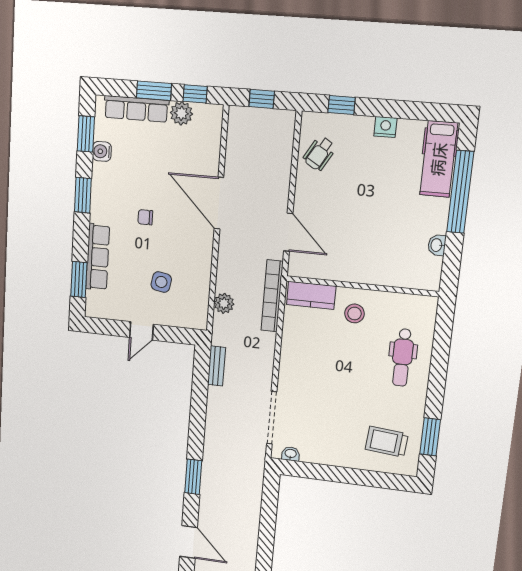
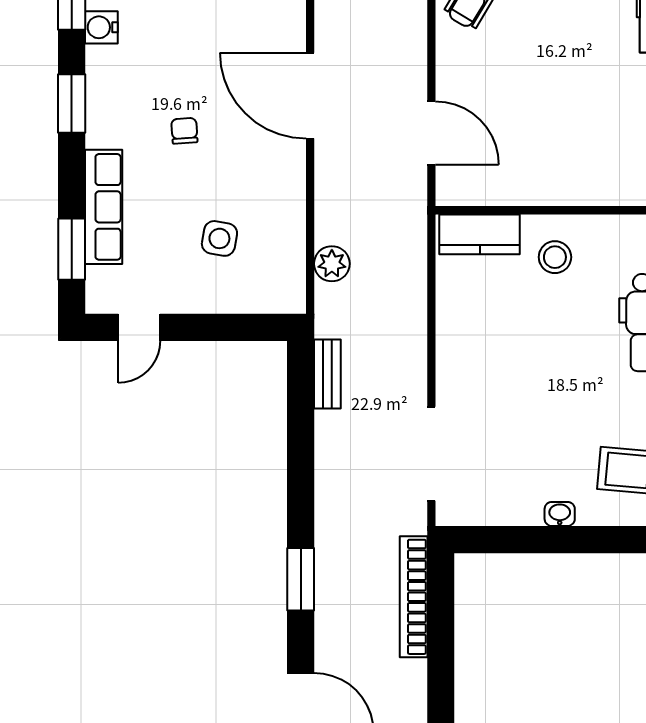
chair: (145, 217) -> (184, 131), turned 86
bookcase: (272, 296) -> (414, 597), moved
door: (141, 331) -> (139, 327), moved
washbasin: (291, 454) -> (560, 514), moved

